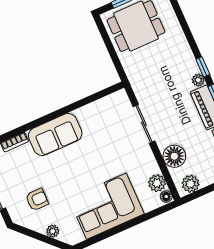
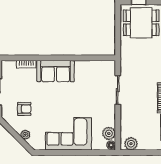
floor lamp: (174, 156) -> (128, 121), removed

